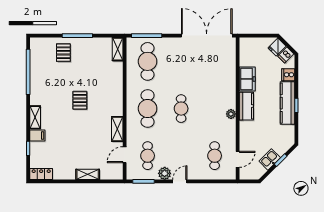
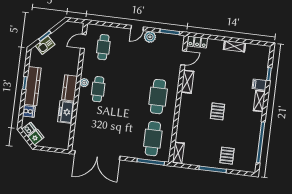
cafe table: (181, 109) -> (98, 89), moved
cafe table: (148, 156) -> (163, 54), removed
kitchen sink: (270, 159) -> (45, 45), moved
locker: (41, 174) -> (197, 42), moved
shelving: (88, 174) -> (235, 46), moved

